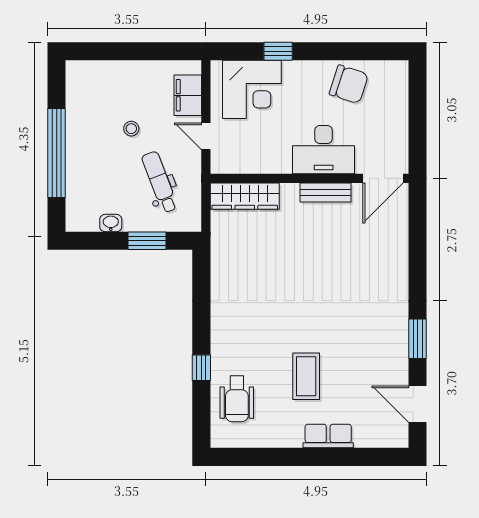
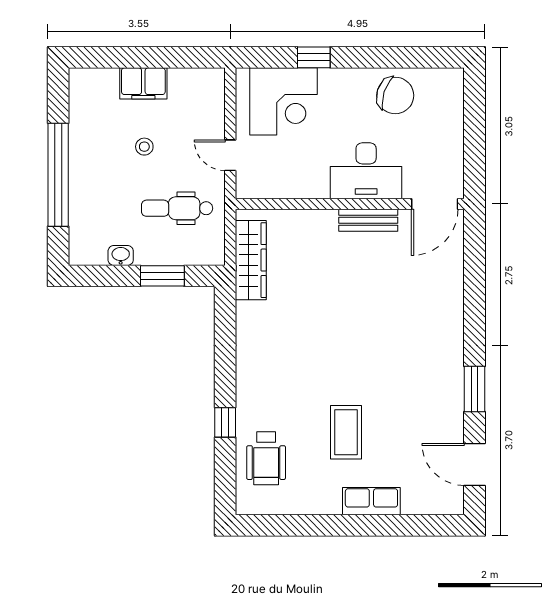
filing cabinet: (188, 95) -> (143, 83), moved, turned -90
dental chair: (160, 182) -> (177, 208), turned -69
wardrobe: (245, 196) -> (251, 260), moved, turned -90

